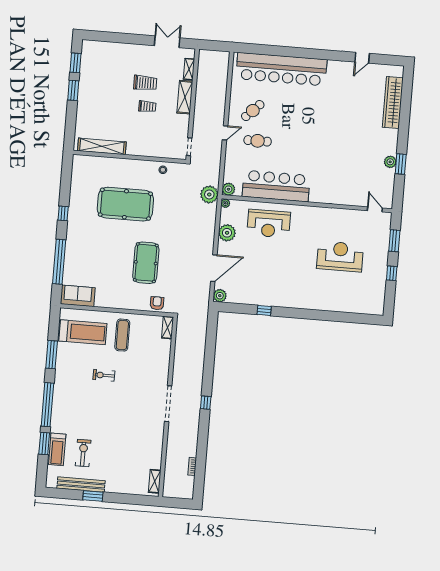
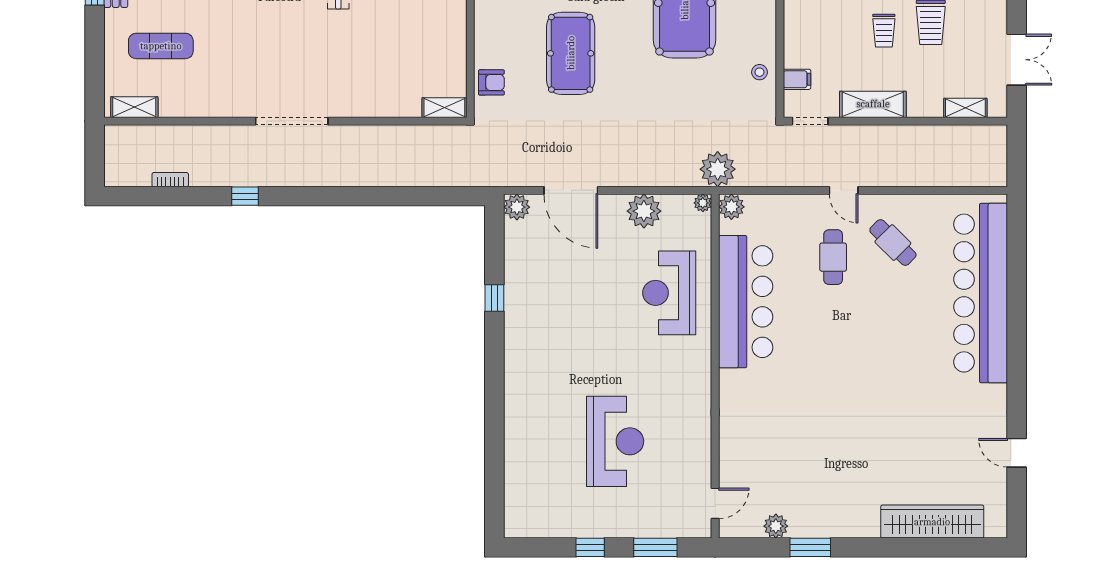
shelving: (185, 97) -> (873, 104), moved
filing cabinet: (168, 152) -> (797, 79), added
plant: (390, 162) -> (776, 526), moved
pool table: (146, 263) -> (571, 53), turned 90
exercise mat: (122, 335) -> (161, 46), moved
window: (206, 403) -> (245, 196), moved

